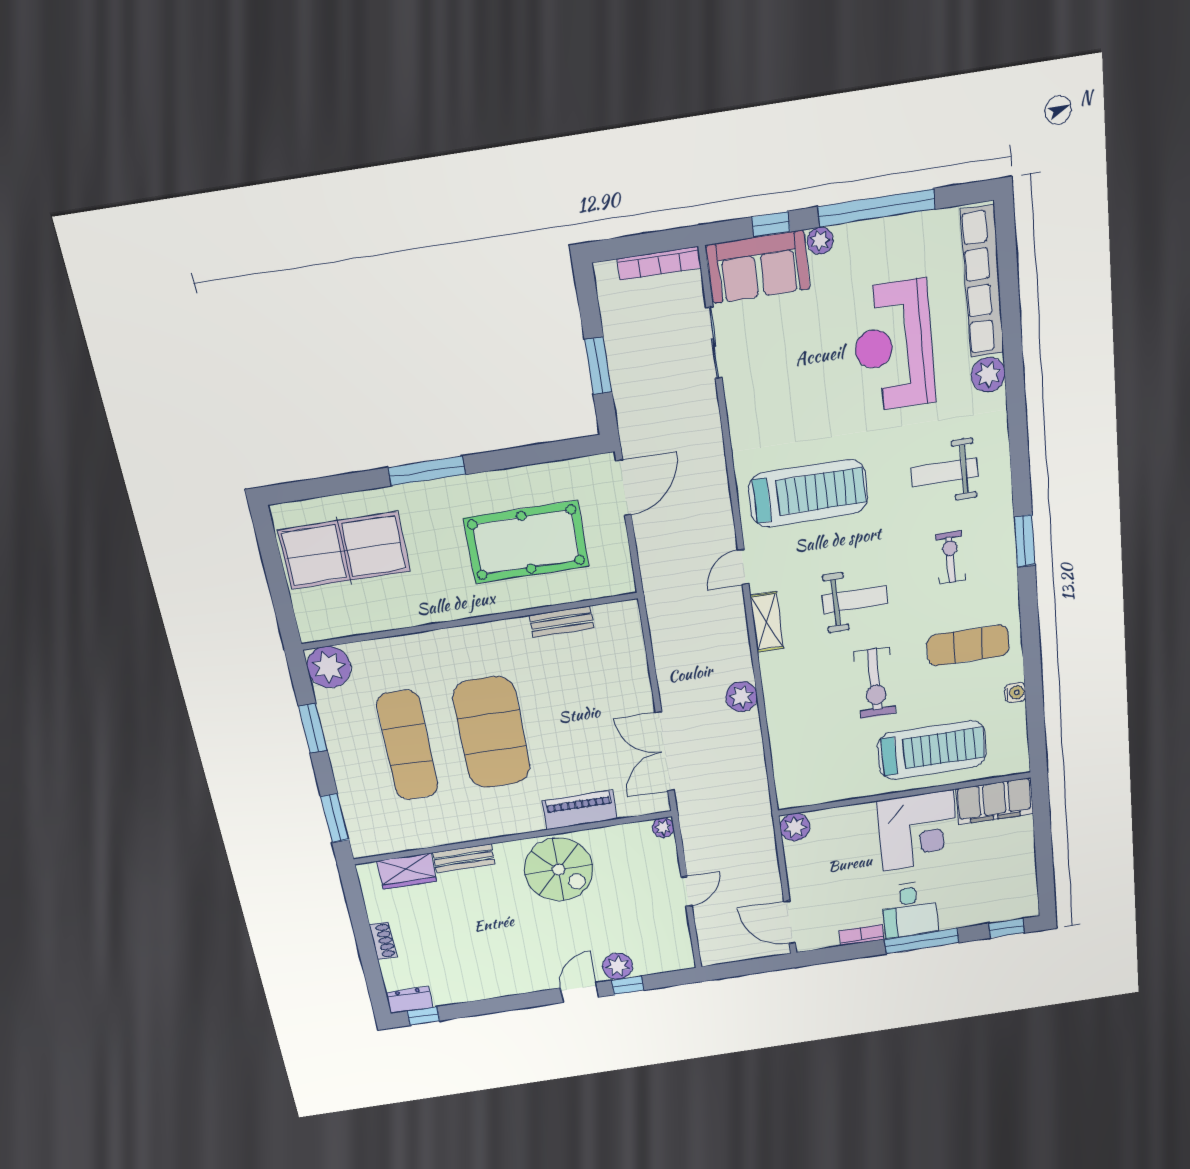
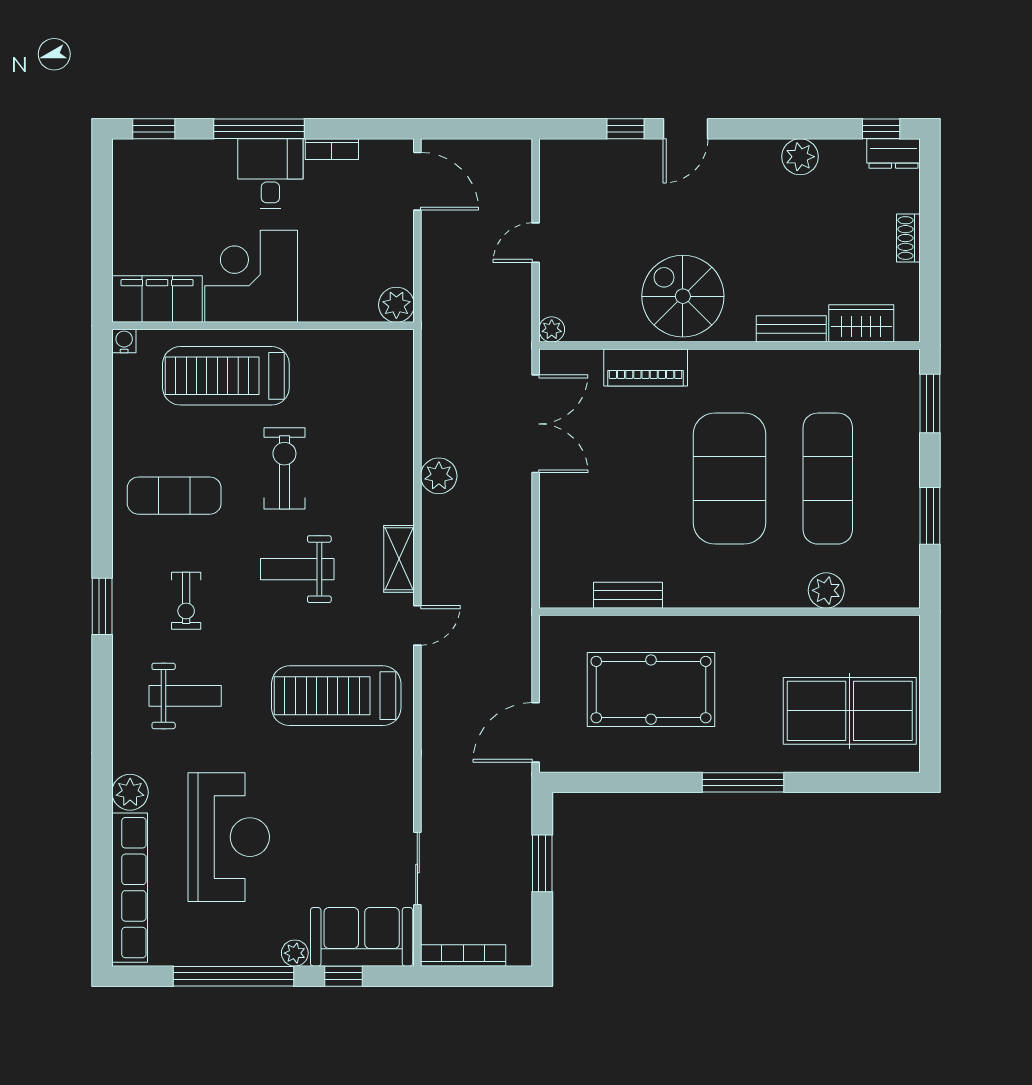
plant: (329, 667) -> (826, 590), moved, width x0.73, depth x0.73
water cooler: (1015, 693) -> (124, 341), moved, turned 90
plant: (618, 966) -> (800, 157), moved

